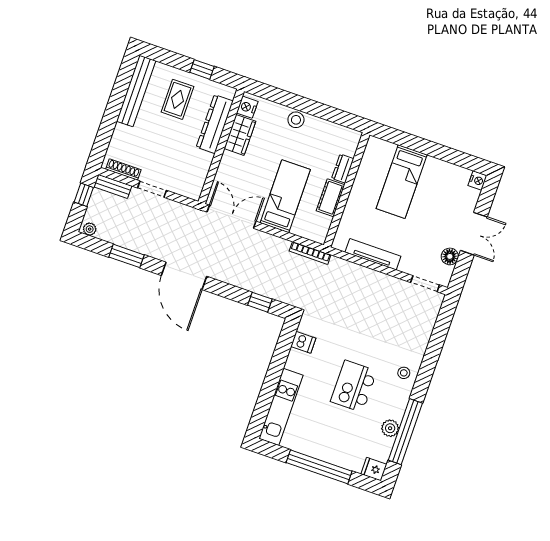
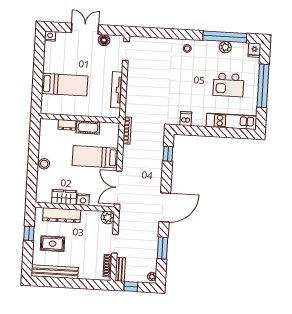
nightstand: (247, 107) -> (83, 200), moved
plant: (193, 189) -> (108, 218), added
kitchen island: (354, 386) -> (228, 85), moved

